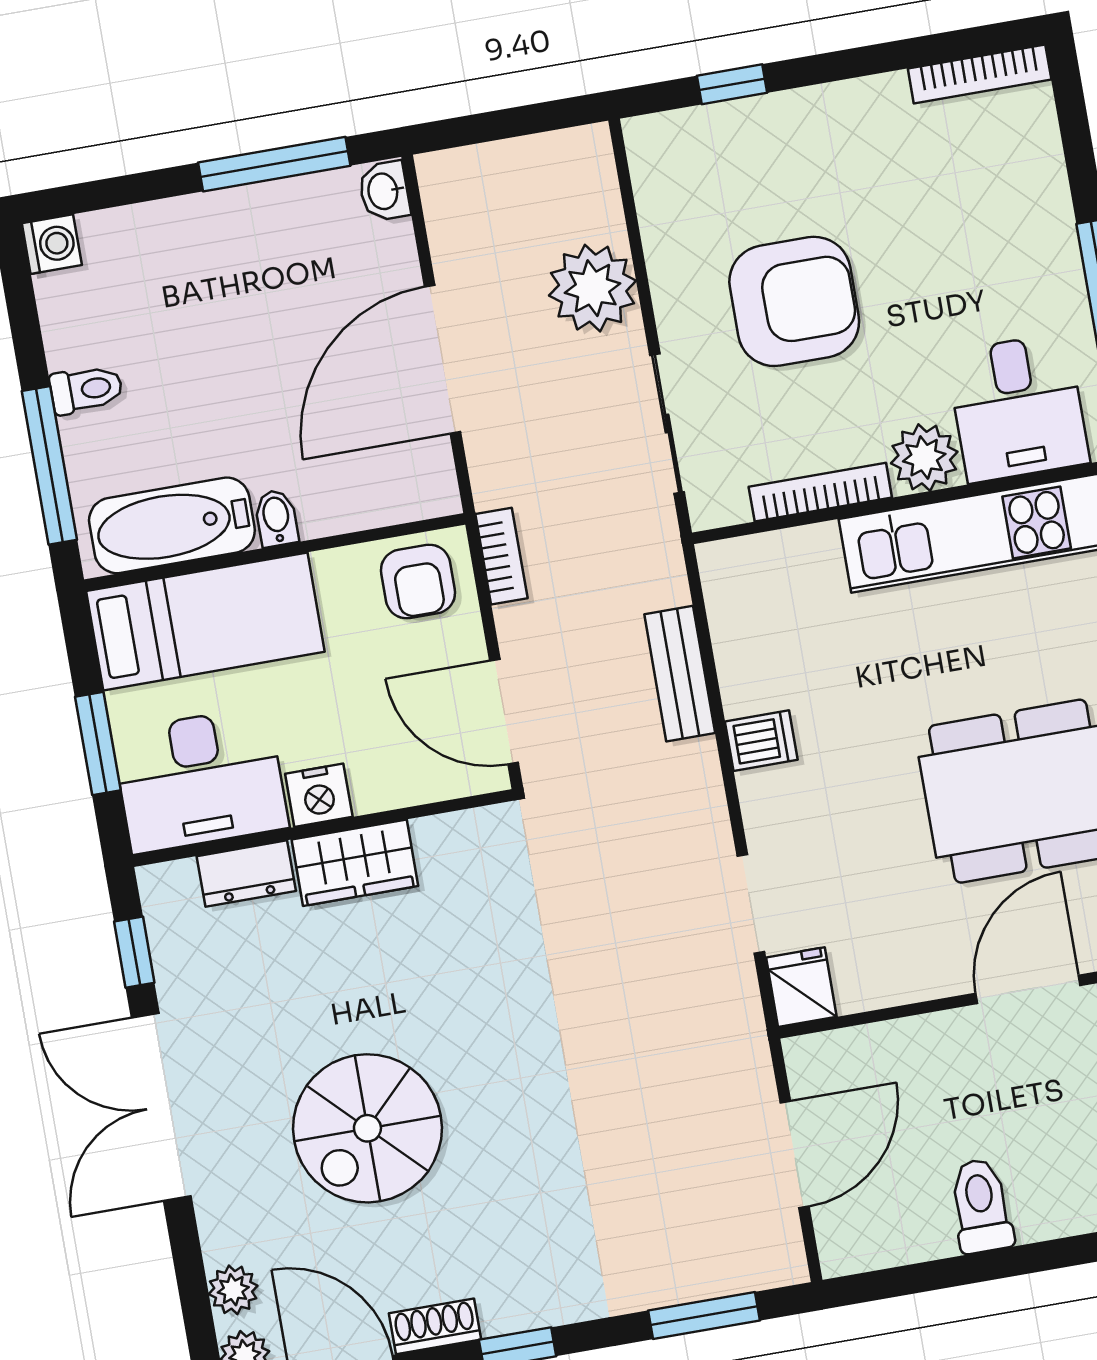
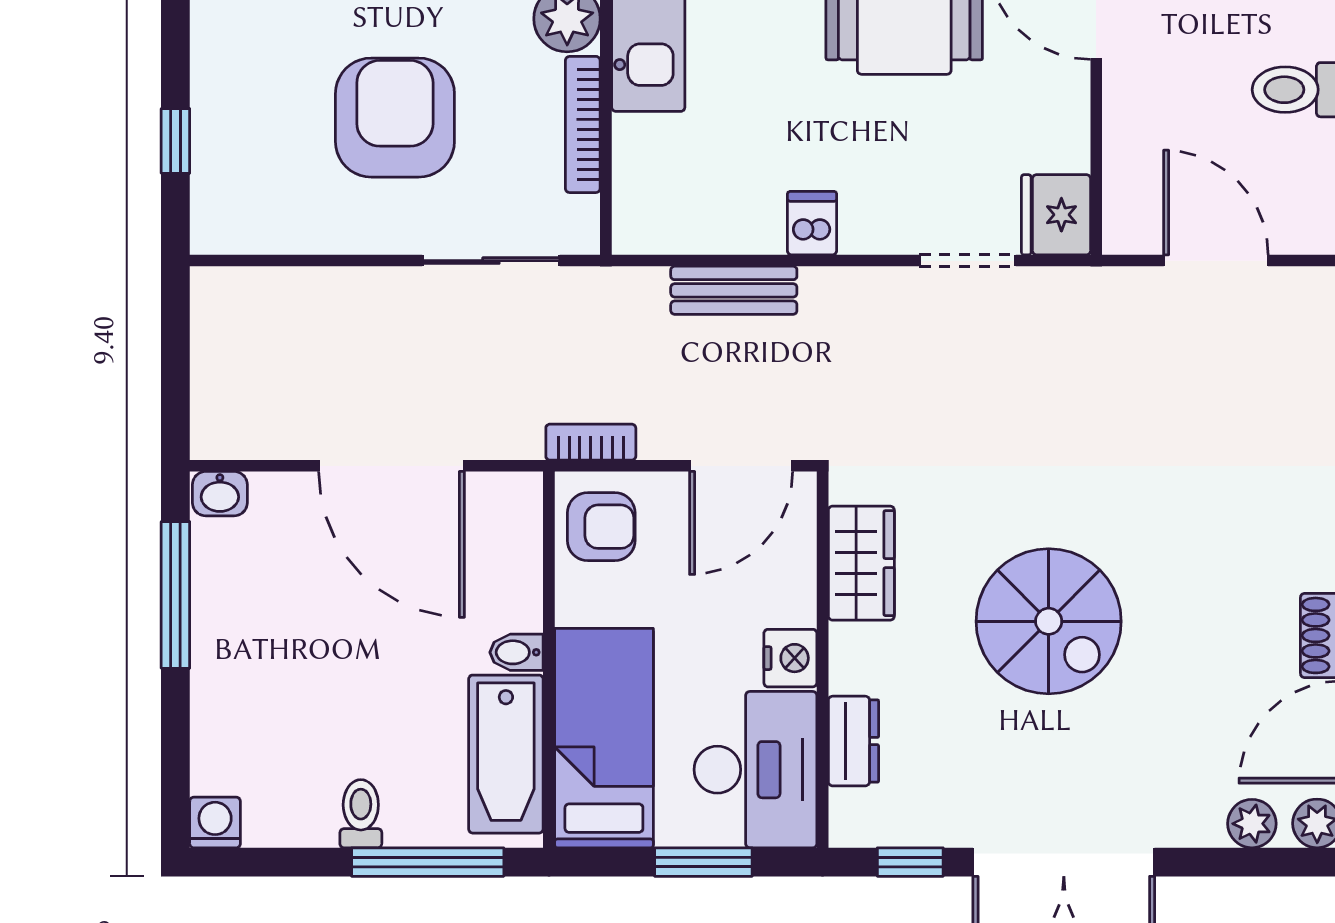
plant: (593, 288) -> (348, 309), removed
wardrobe: (355, 863) -> (861, 563), moved
fridge: (801, 987) -> (1056, 215), width x1.38
spiral stairs: (367, 1128) -> (1049, 621), moved

